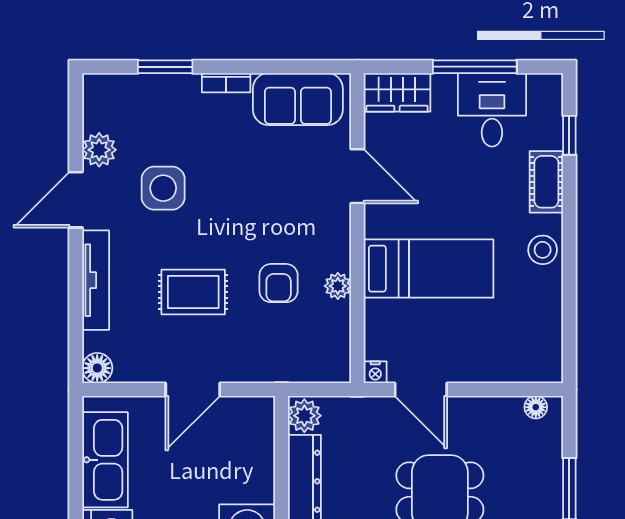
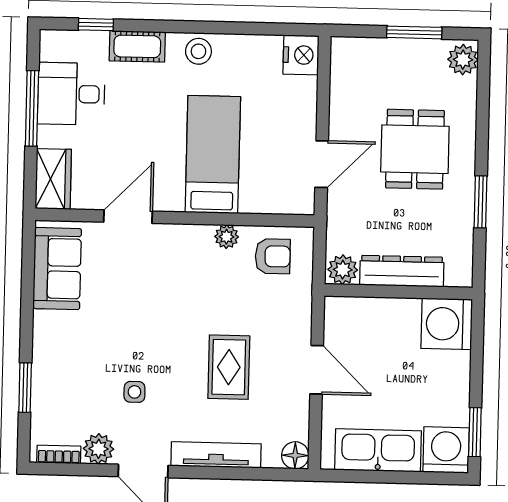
bookcase: (226, 83) -> (59, 454), moved, turned -90
side table: (163, 188) -> (134, 392), width x0.54, depth x0.54
armchair: (279, 283) -> (273, 256), moved
nightstand: (375, 372) -> (301, 55), moved, width x1.89, depth x1.79
floor lamp: (536, 407) -> (340, 61), removed

